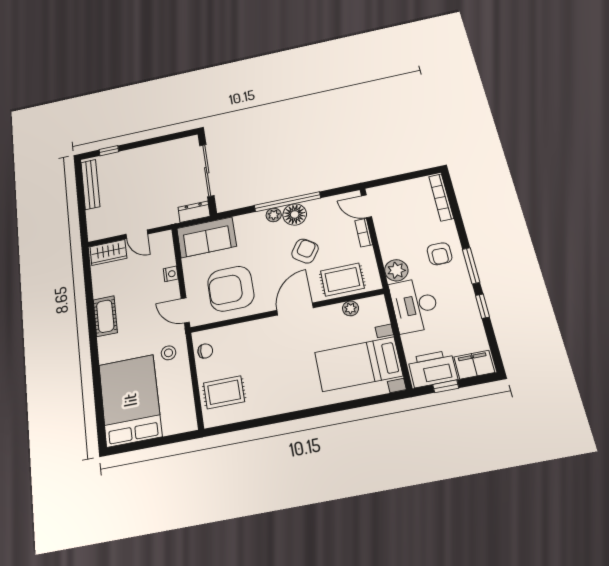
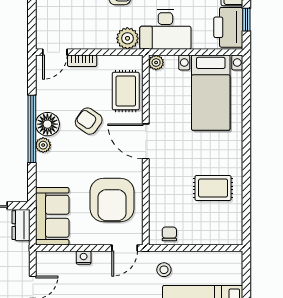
plant: (351, 308) -> (156, 63), moved
rug: (224, 392) -> (213, 188), moved, turned 90

